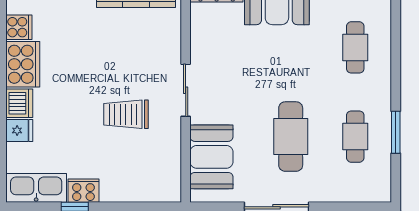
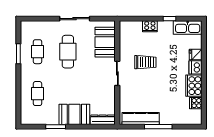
cooker: (83, 191) -> (150, 26), moved

